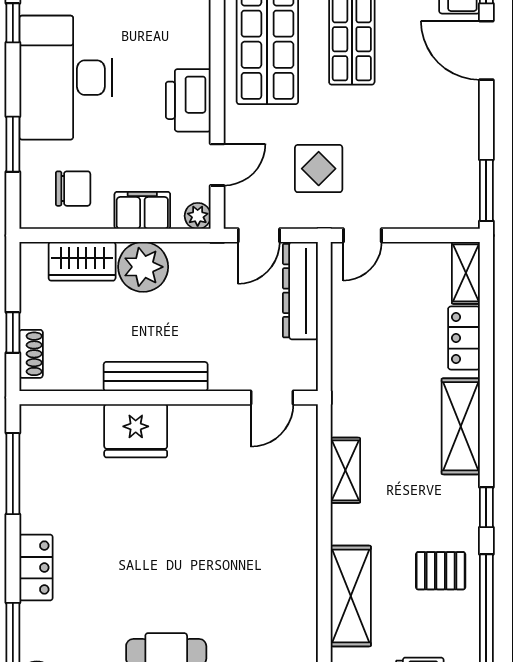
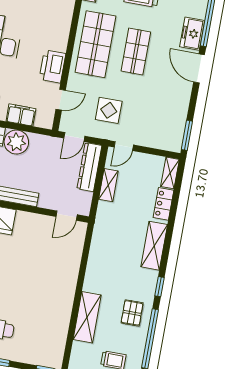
plant: (198, 216) -> (47, 122), removed
shelving: (345, 470) -> (108, 185), moved
pallet: (441, 571) -> (132, 313), turned 90

